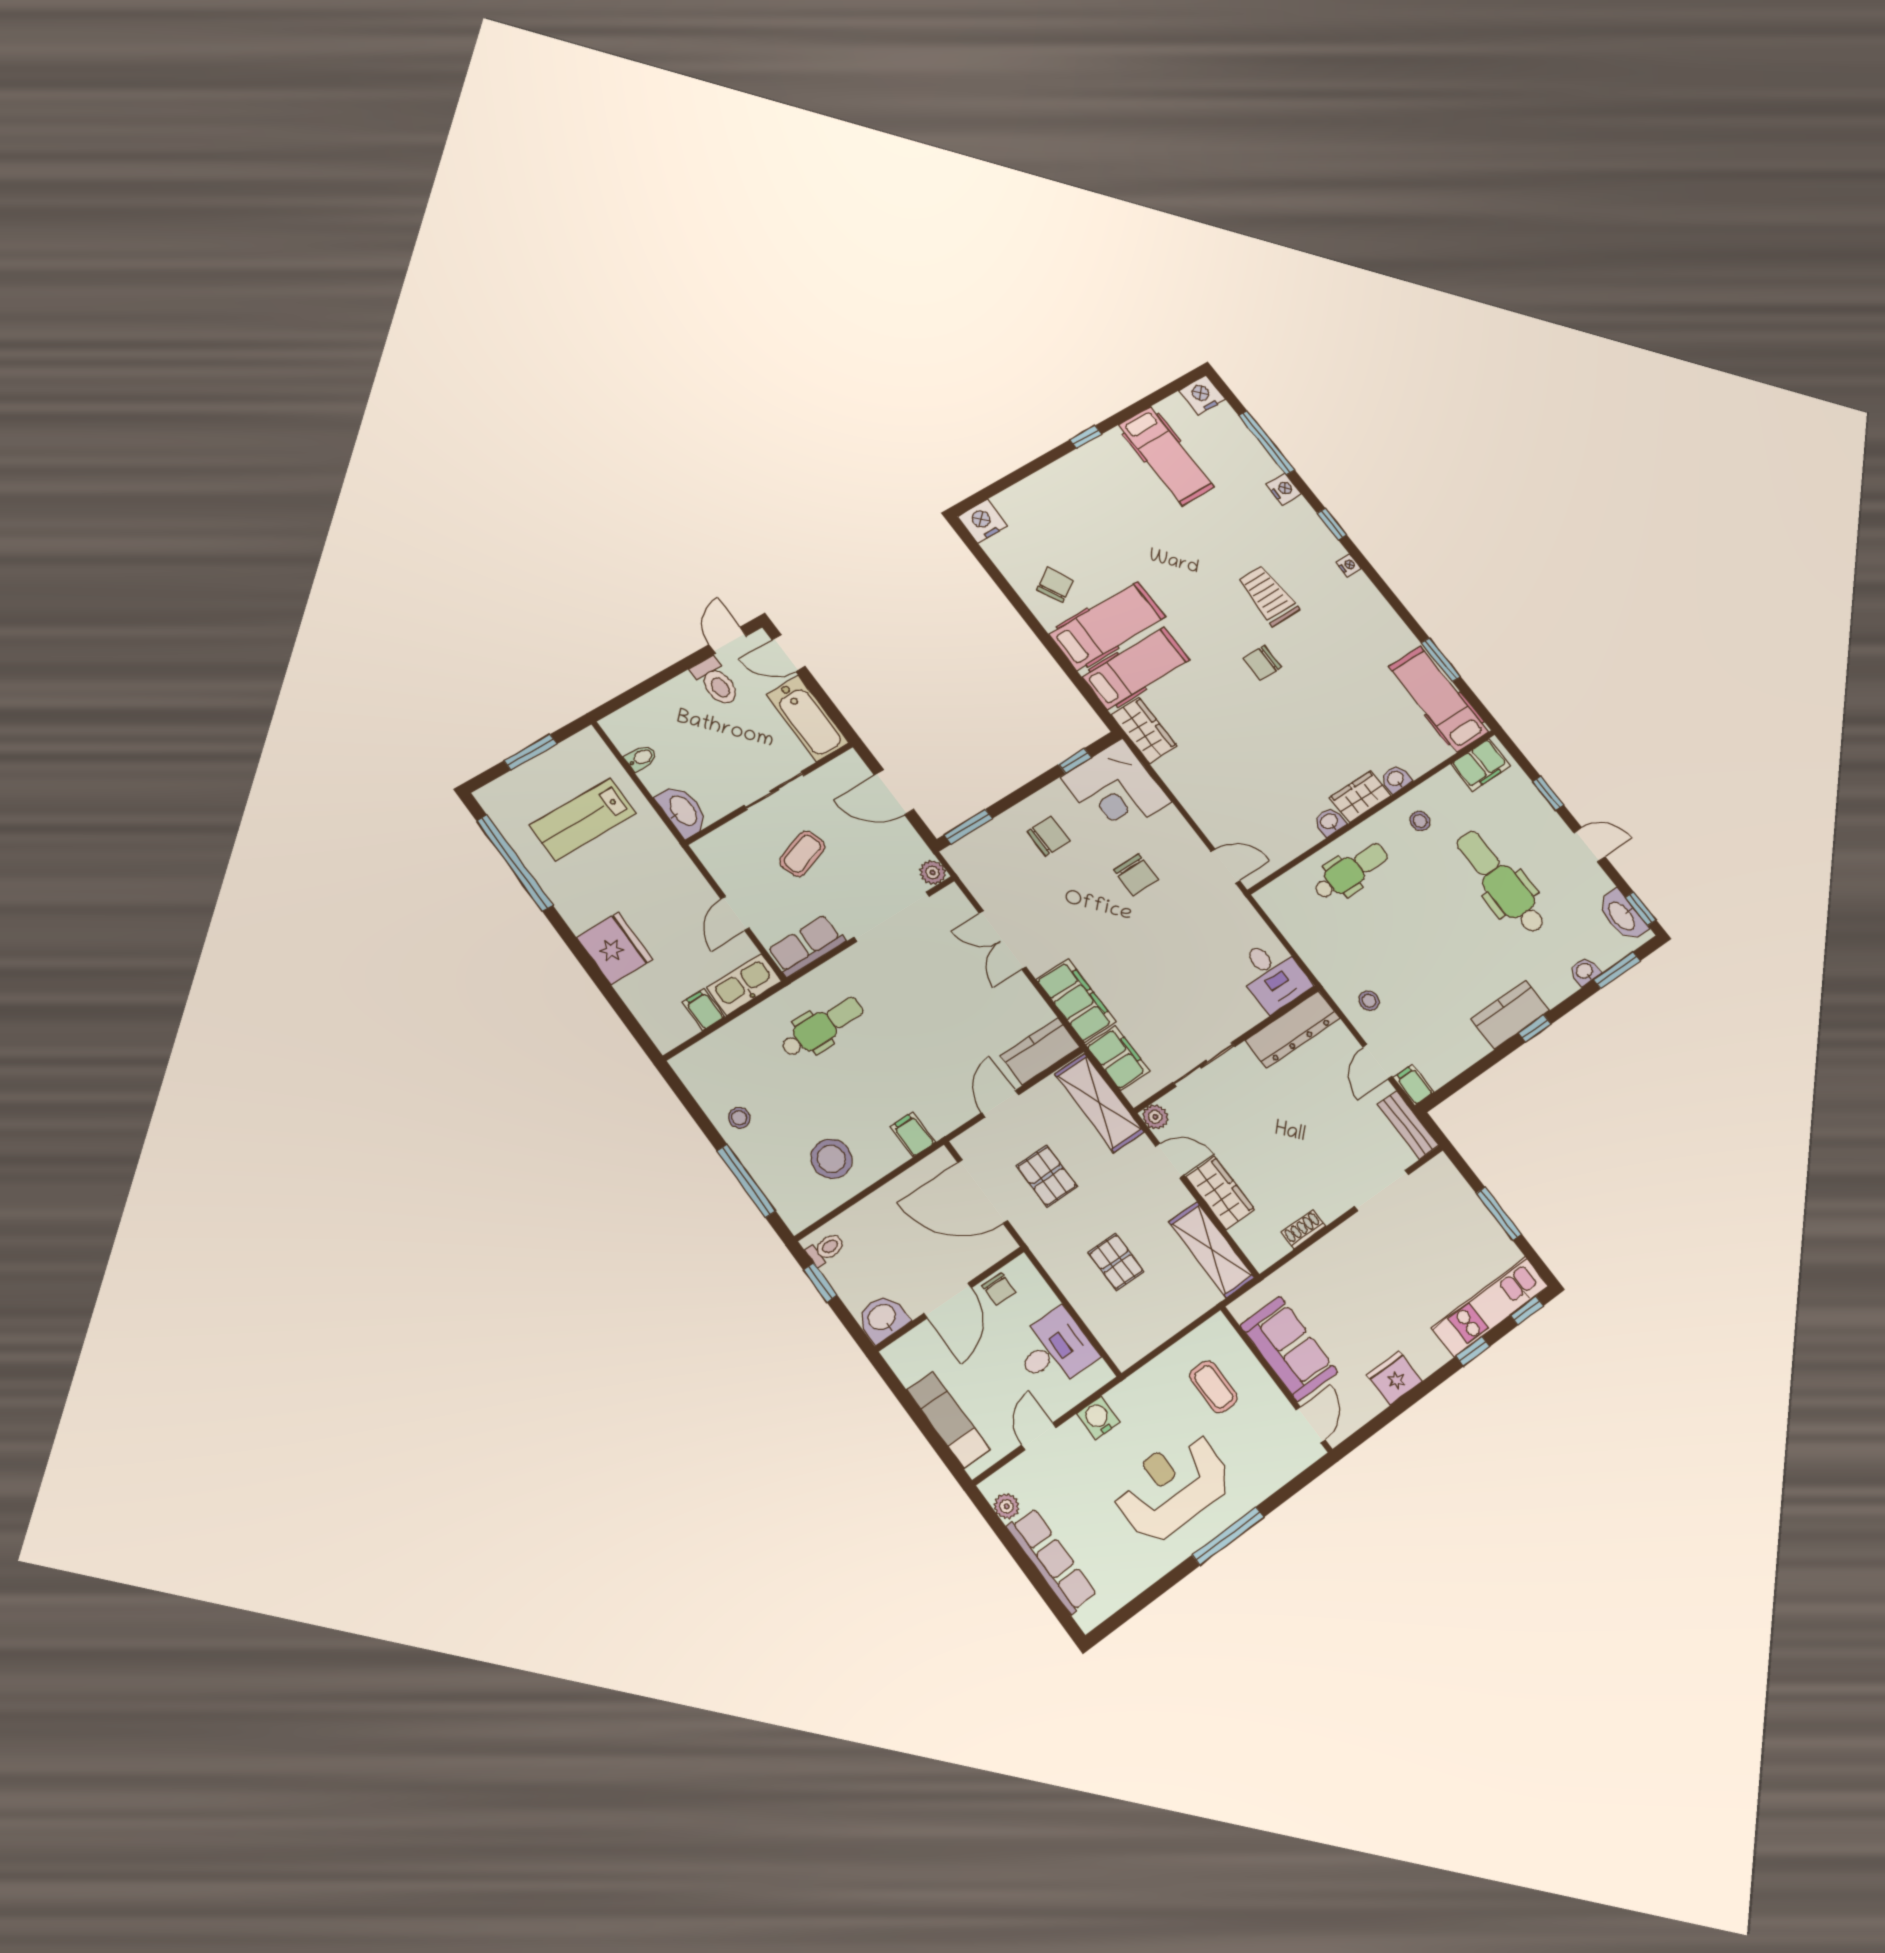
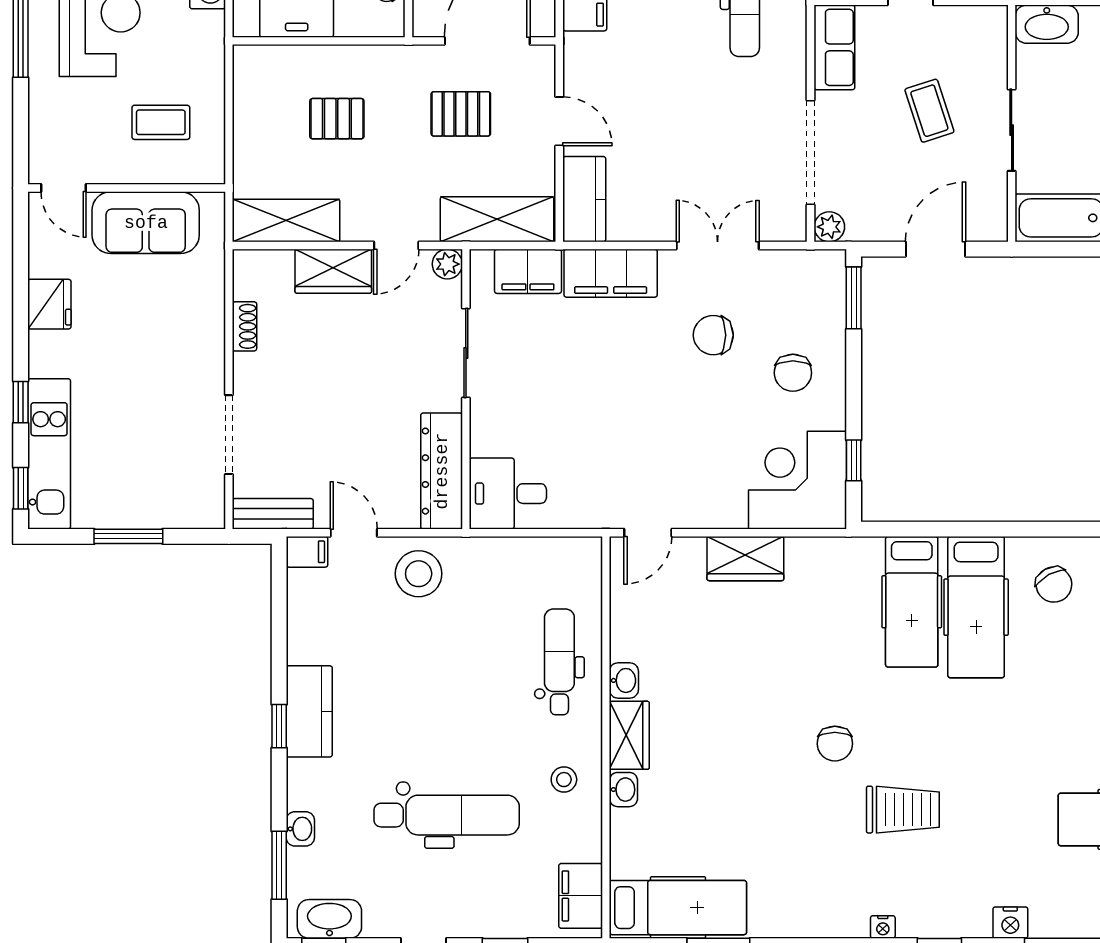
chair: (1262, 663) -> (835, 744), turned 180
wardrobe: (1144, 730) -> (745, 559), moved
dental chair: (1351, 871) -> (559, 662), turned 180
chair: (1136, 875) -> (713, 335), moved
stool: (1369, 1001) -> (419, 574), width x1.89, depth x1.89

